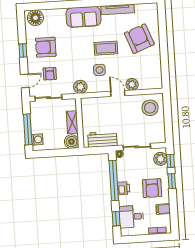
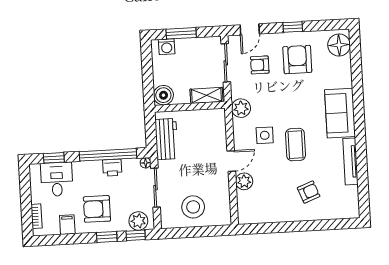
armchair: (139, 39) -> (309, 192), width x0.53, depth x0.53
door: (25, 81) -> (250, 29), hinge flipped
stool: (150, 108) -> (193, 207), moved
shelving: (72, 122) -> (206, 95), moved
window: (28, 129) -> (181, 33), width x0.69
printer: (124, 188) -> (112, 168), moved

